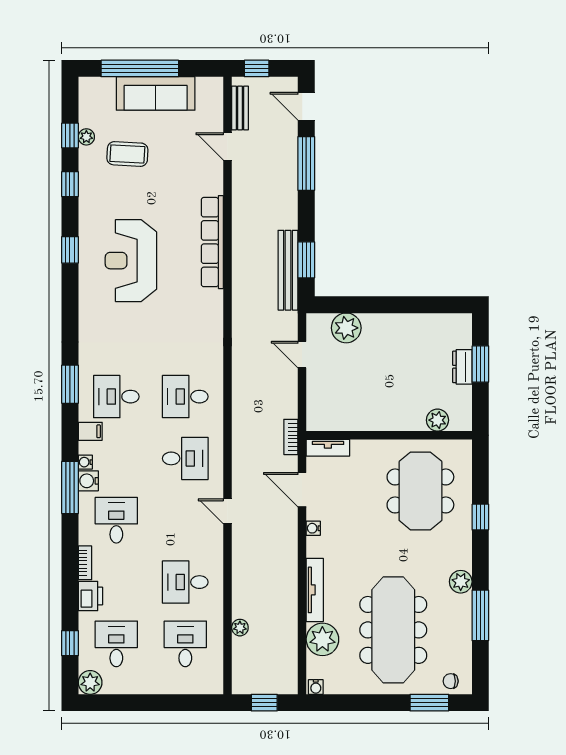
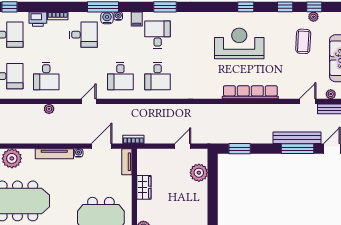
plant: (215, 108) -> (331, 94), added
bench: (288, 270) -> (297, 138), moved
desk: (185, 397) -> (158, 76), turned 180
wardrobe: (371, 419) -> (144, 187), added
desk: (185, 582) -> (46, 76), turned 180
tv unit: (315, 590) -> (54, 154), moved
plant: (240, 628) -> (49, 109), moved

